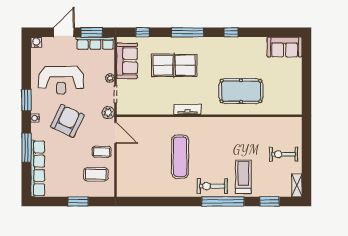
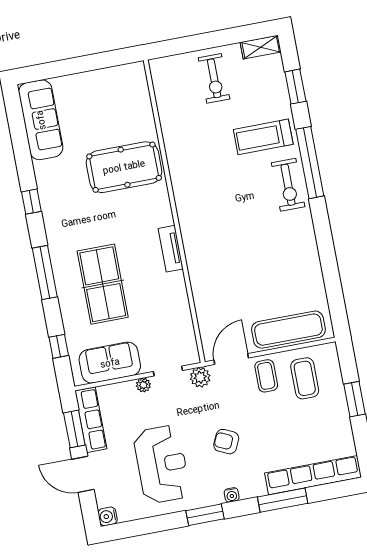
sofa: (285, 47) -> (41, 120), width x1.36
pool table: (241, 91) -> (124, 167), turned 90
armchair: (67, 121) -> (226, 442), width x0.53, depth x0.53
exercise mat: (180, 157) -> (288, 330), moved

